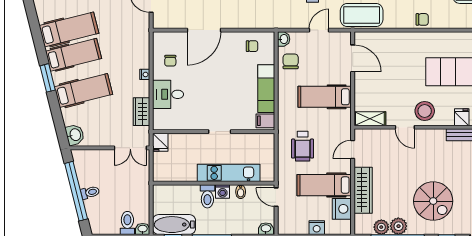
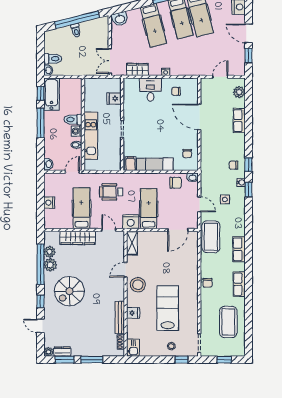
fridge: (160, 142) -> (114, 99), moved
nightstand: (342, 209) -> (131, 222), moved

